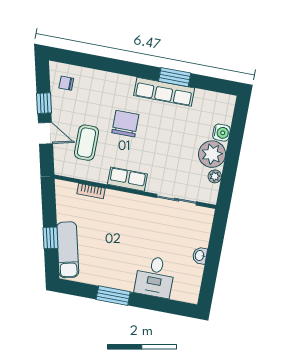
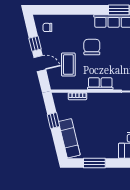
window: (50, 238) -> (53, 121), moved
window: (113, 296) -> (94, 163), moved

